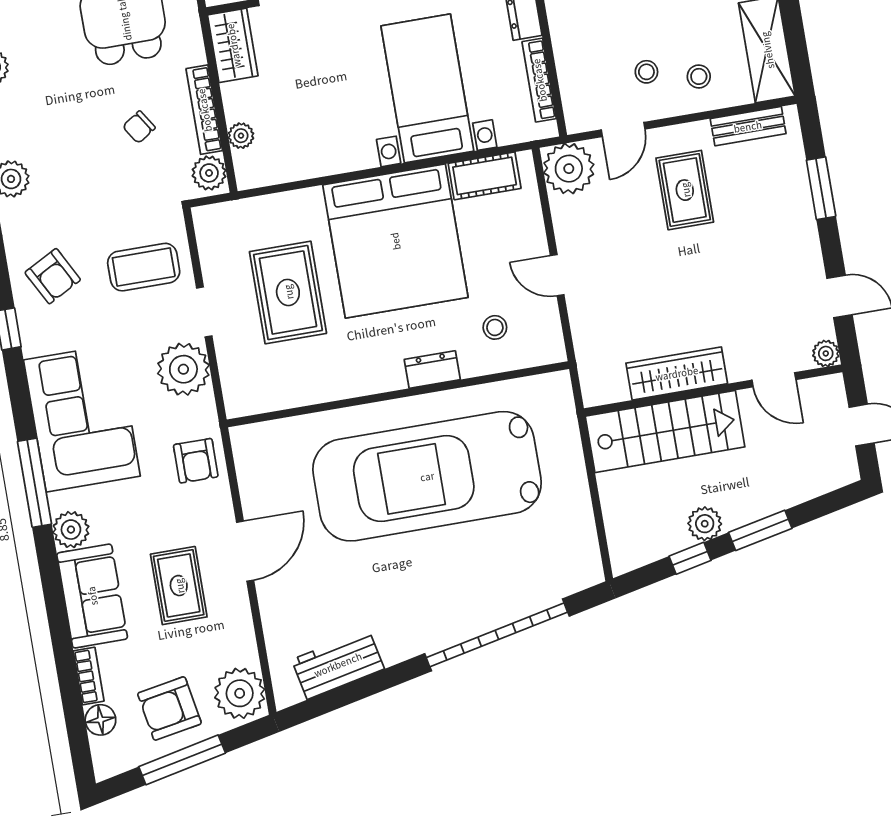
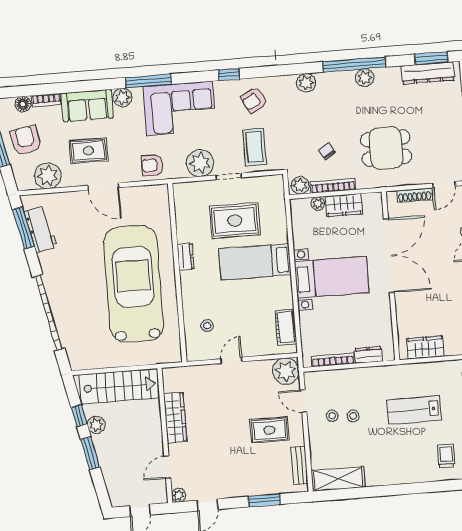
wardrobe: (233, 45) -> (344, 205), moved
stool: (699, 76) -> (353, 416), moved
bed with nightstands: (427, 88) -> (332, 277), moved
bed: (395, 241) -> (255, 262), width x0.49
dresser: (432, 369) -> (186, 257), moved
stairs: (665, 432) -> (119, 386), moved, turned -90
plant: (240, 693) -> (48, 176), moved
window: (339, 698) -> (23, 228), added

